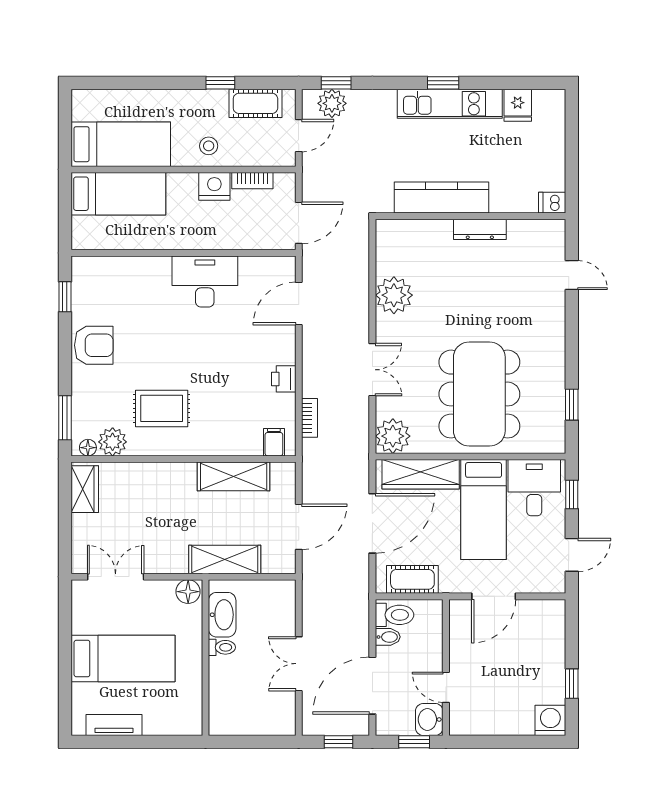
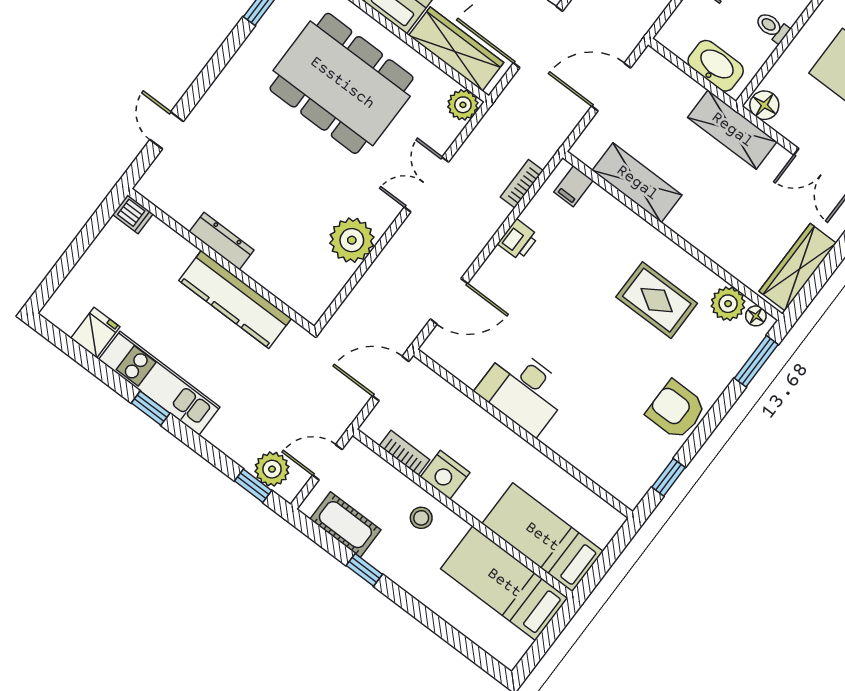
dining table: (479, 394) -> (342, 83), turned 90
plant: (393, 436) -> (463, 105), width x0.73, depth x0.73
wardrobe: (85, 489) -> (798, 267), width x1.50
shelving: (225, 559) -> (732, 130), moved
washbasin: (222, 615) -> (716, 66), moved, turned 90

